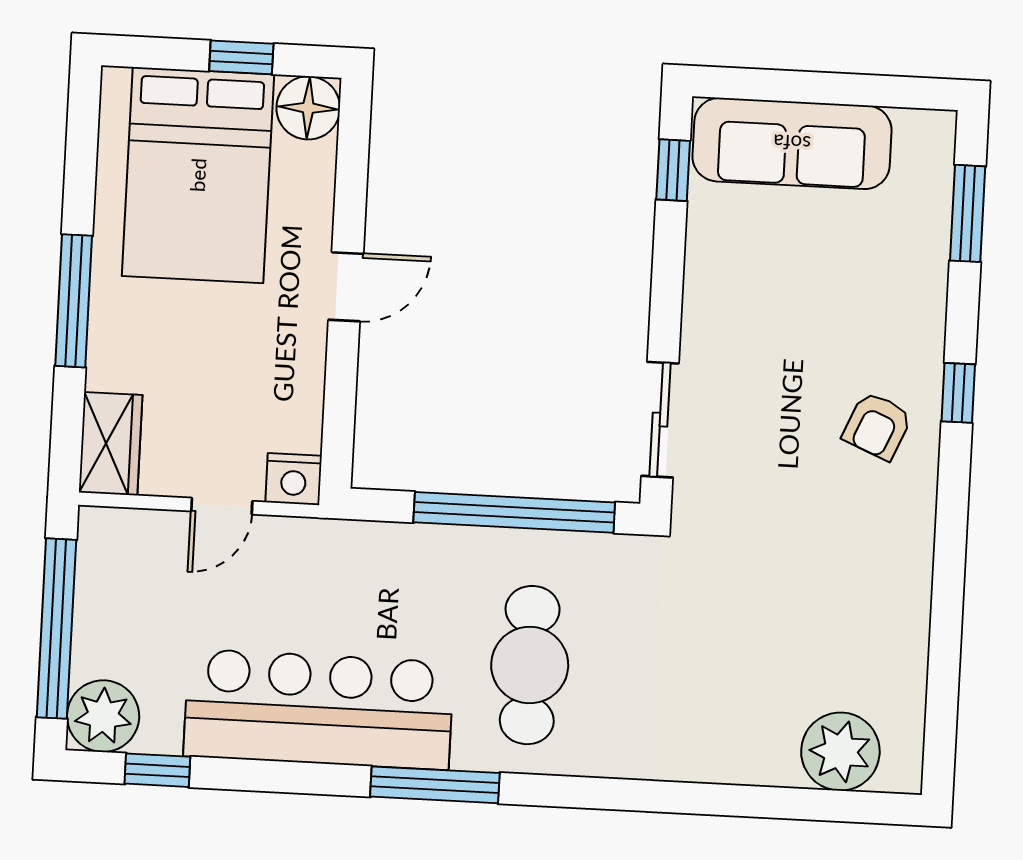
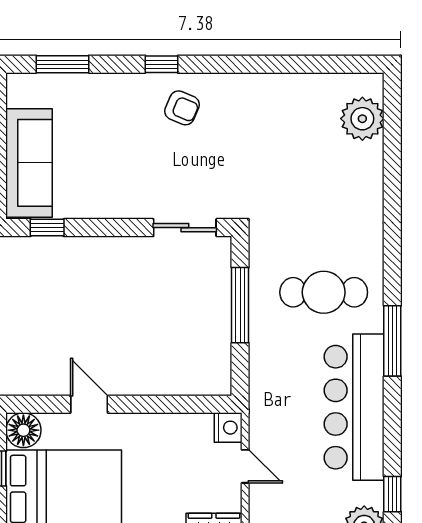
door: (346, 287) -> (89, 404), moved
window: (514, 512) -> (240, 305), width x0.68

